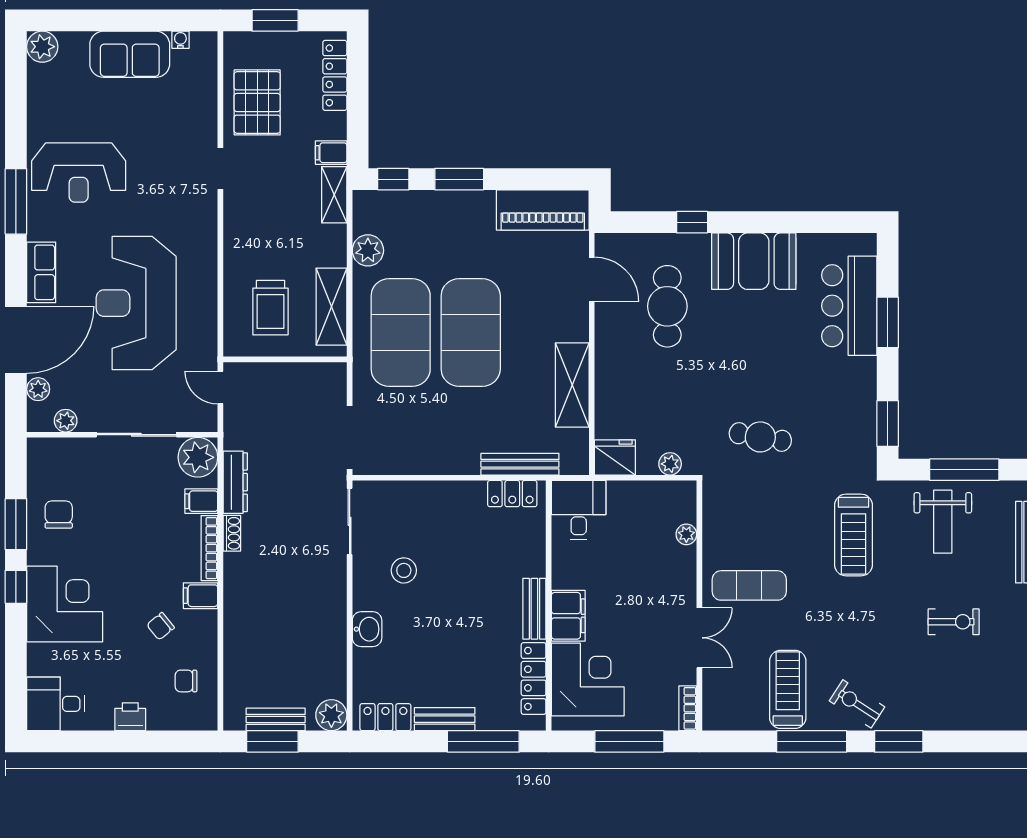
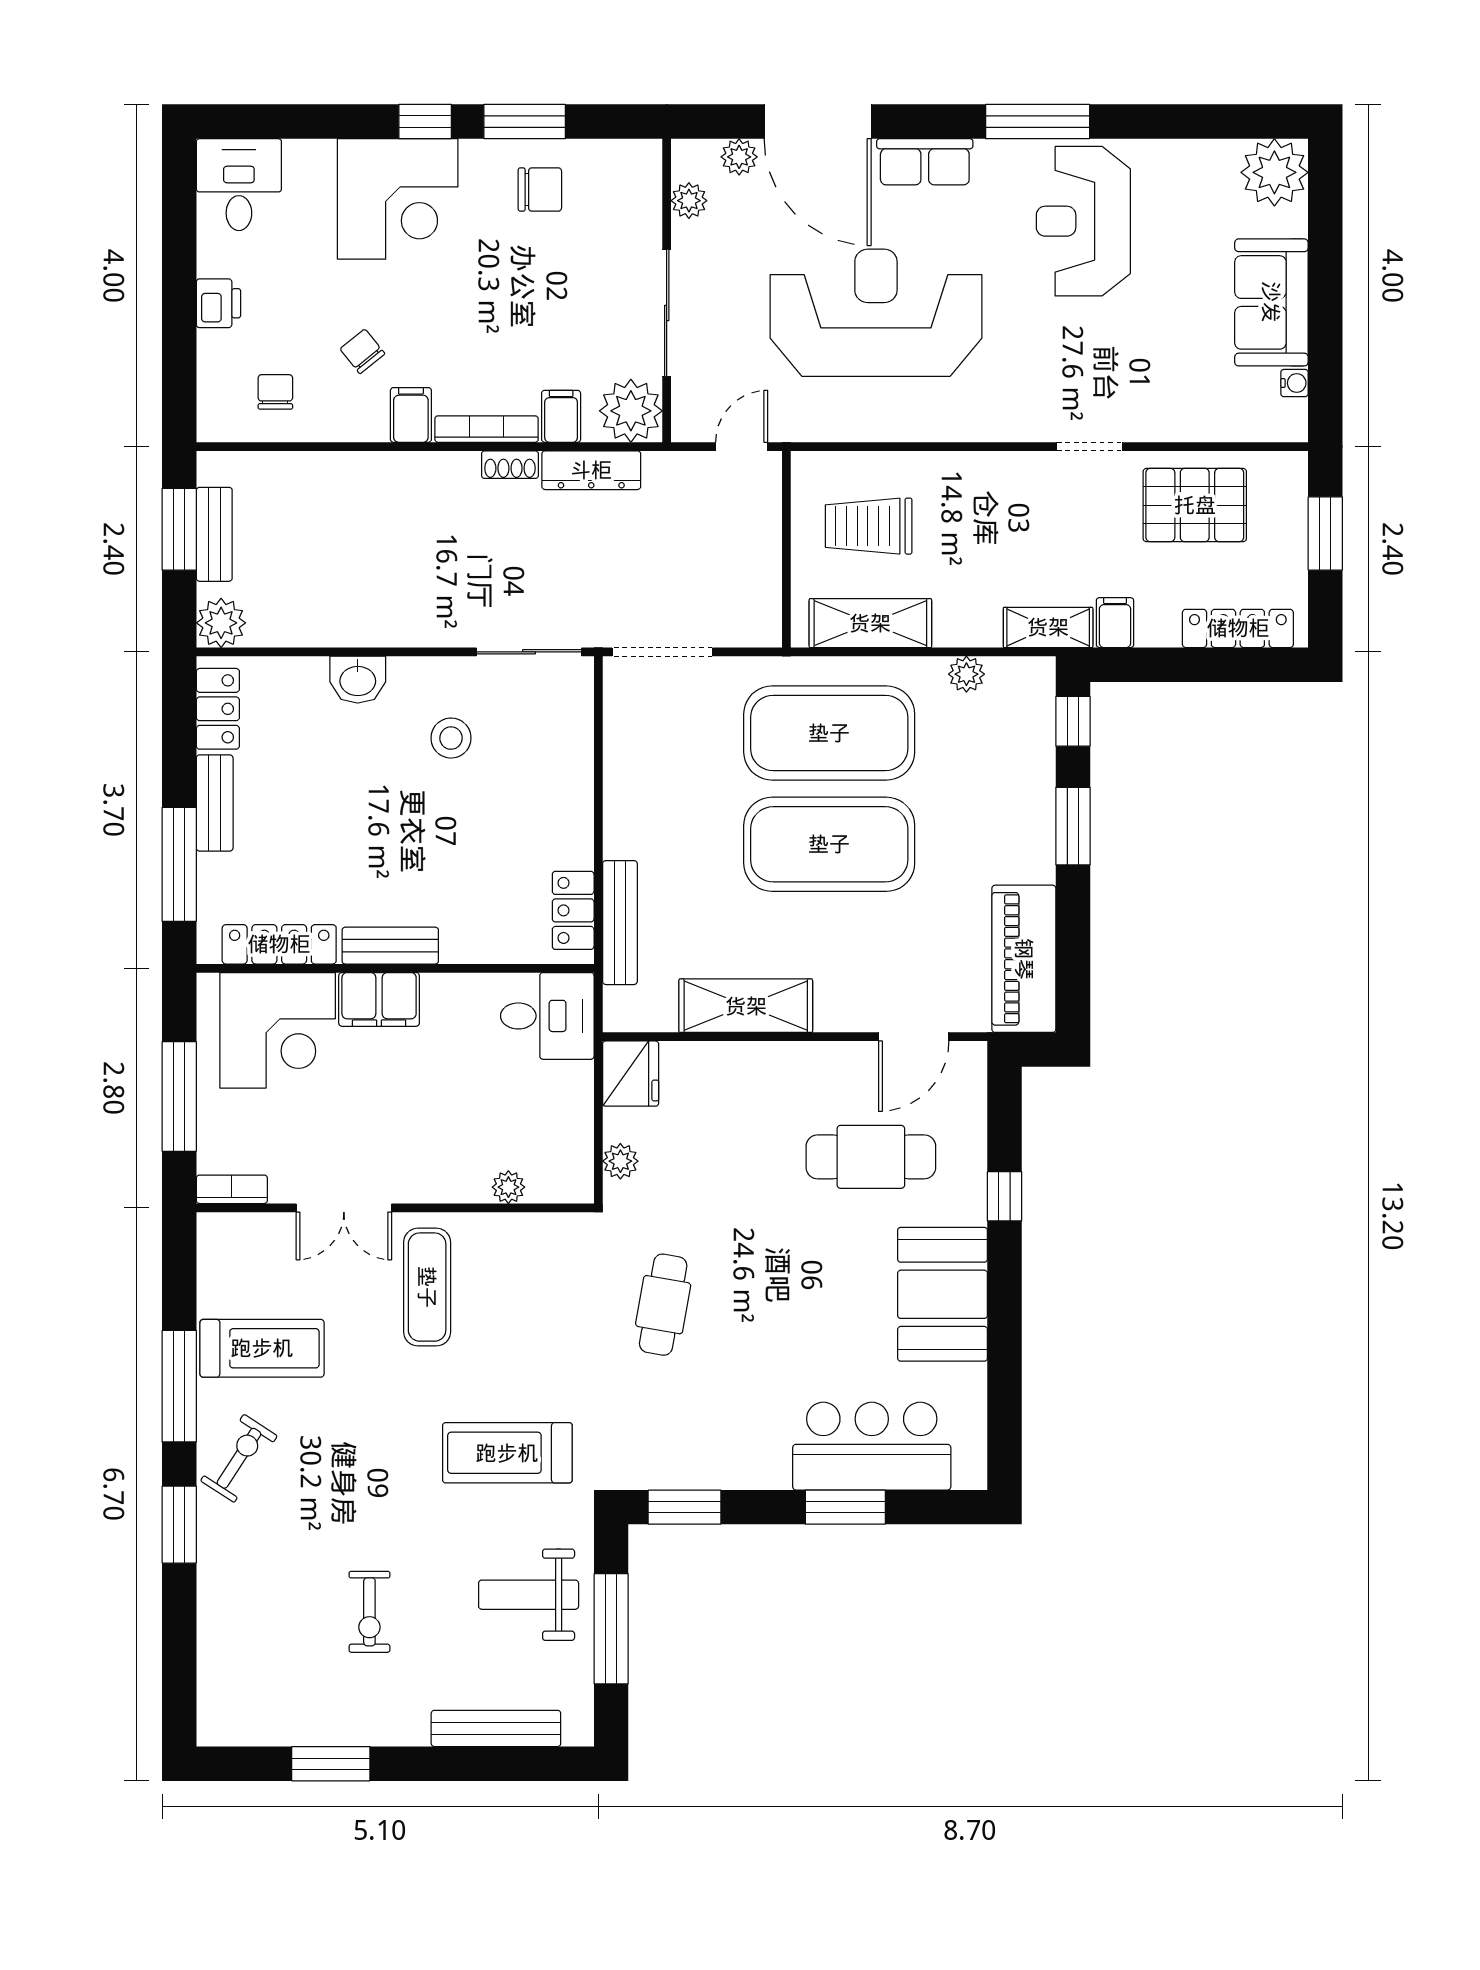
plant: (42, 47) -> (1274, 172), width x1.36, depth x1.36
plant: (368, 250) -> (966, 674), width x0.73, depth x0.73

